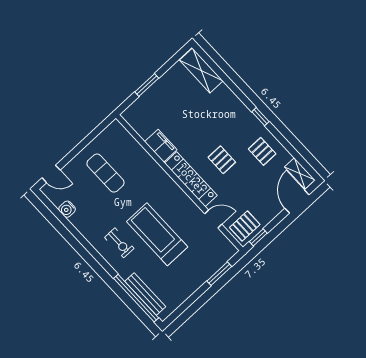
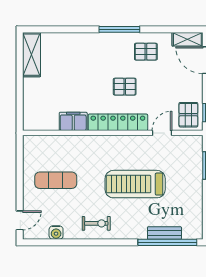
shelving: (201, 70) -> (31, 55), moved, turned 90
window: (147, 85) -> (20, 91), removed
window: (260, 117) -> (119, 29), width x2.17
exercise bike: (119, 243) -> (96, 223), moved
bench: (145, 294) -> (164, 233), width x0.73

